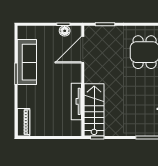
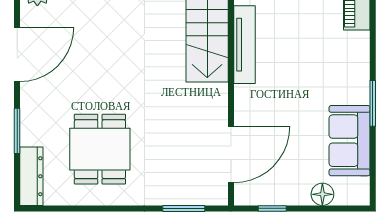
floor lamp: (65, 31) -> (322, 194), moved
sofa: (27, 62) -> (350, 141), width x0.73

